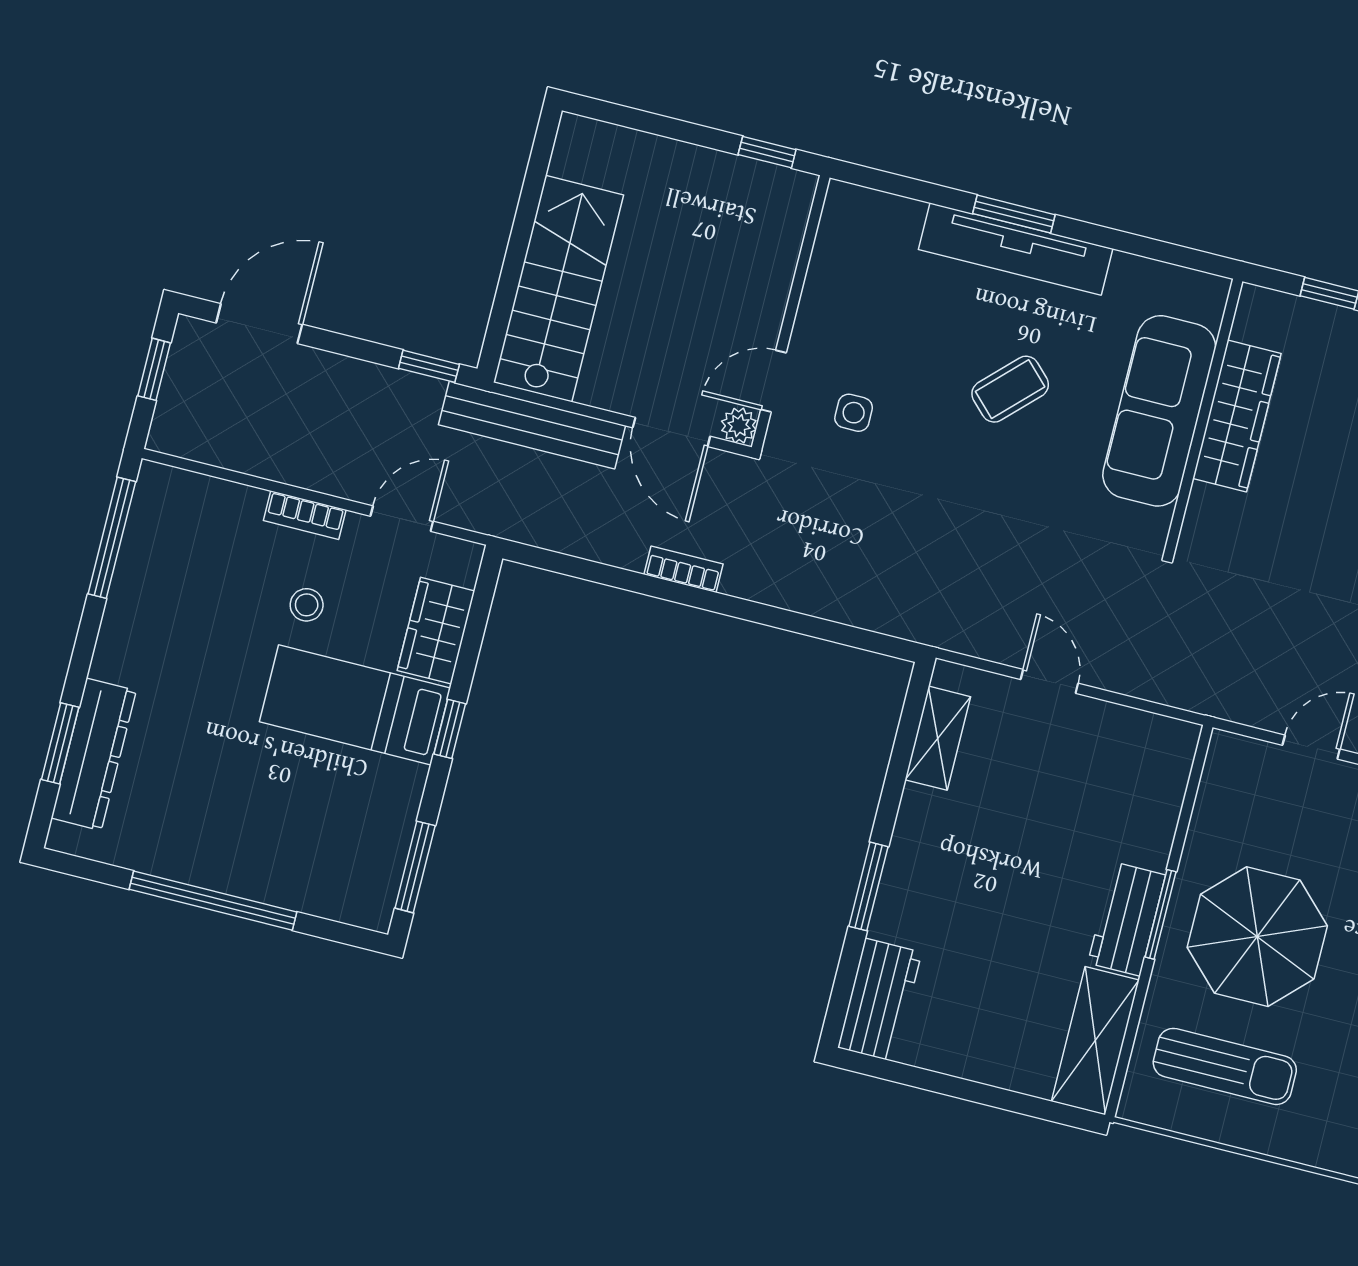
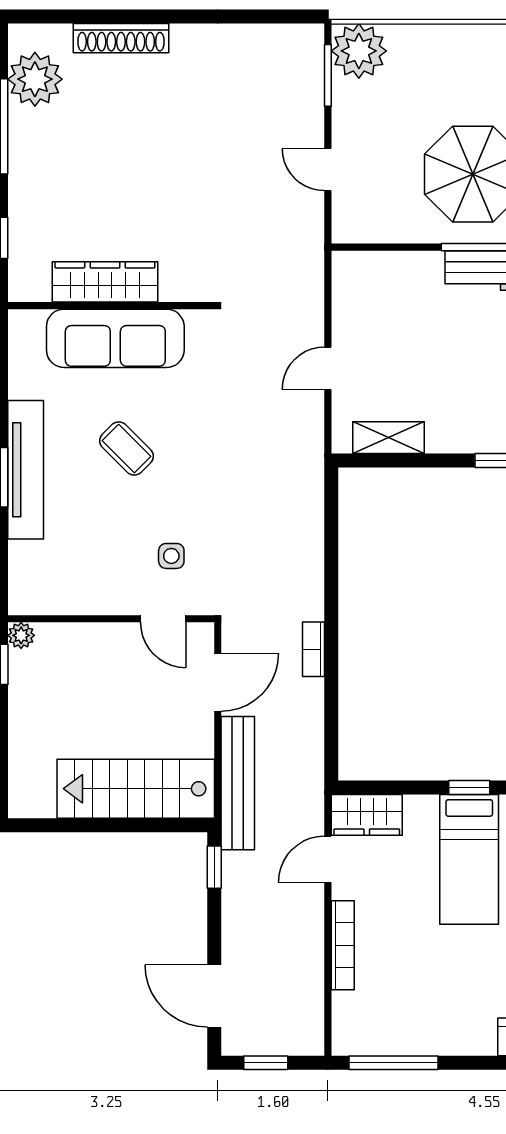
plant: (739, 426) -> (21, 635), moved
bookcase: (305, 515) -> (343, 945), width x1.56
door: (402, 519) -> (328, 859), hinge flipped
stool: (307, 605) -> (406, 912), removed
wardrobe: (436, 631) -> (367, 815), moved

